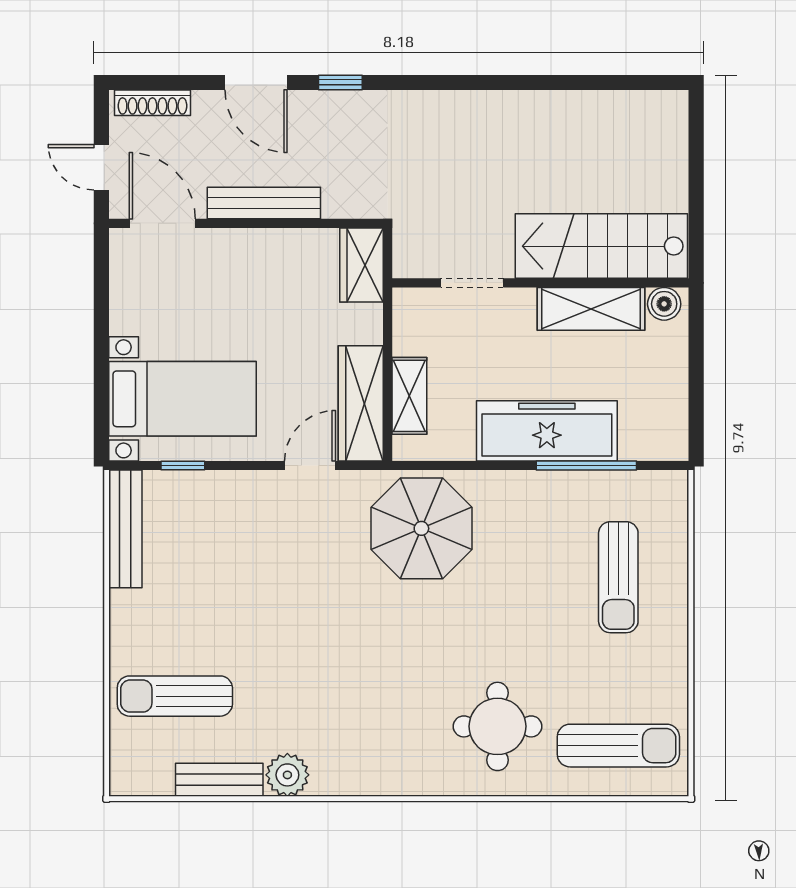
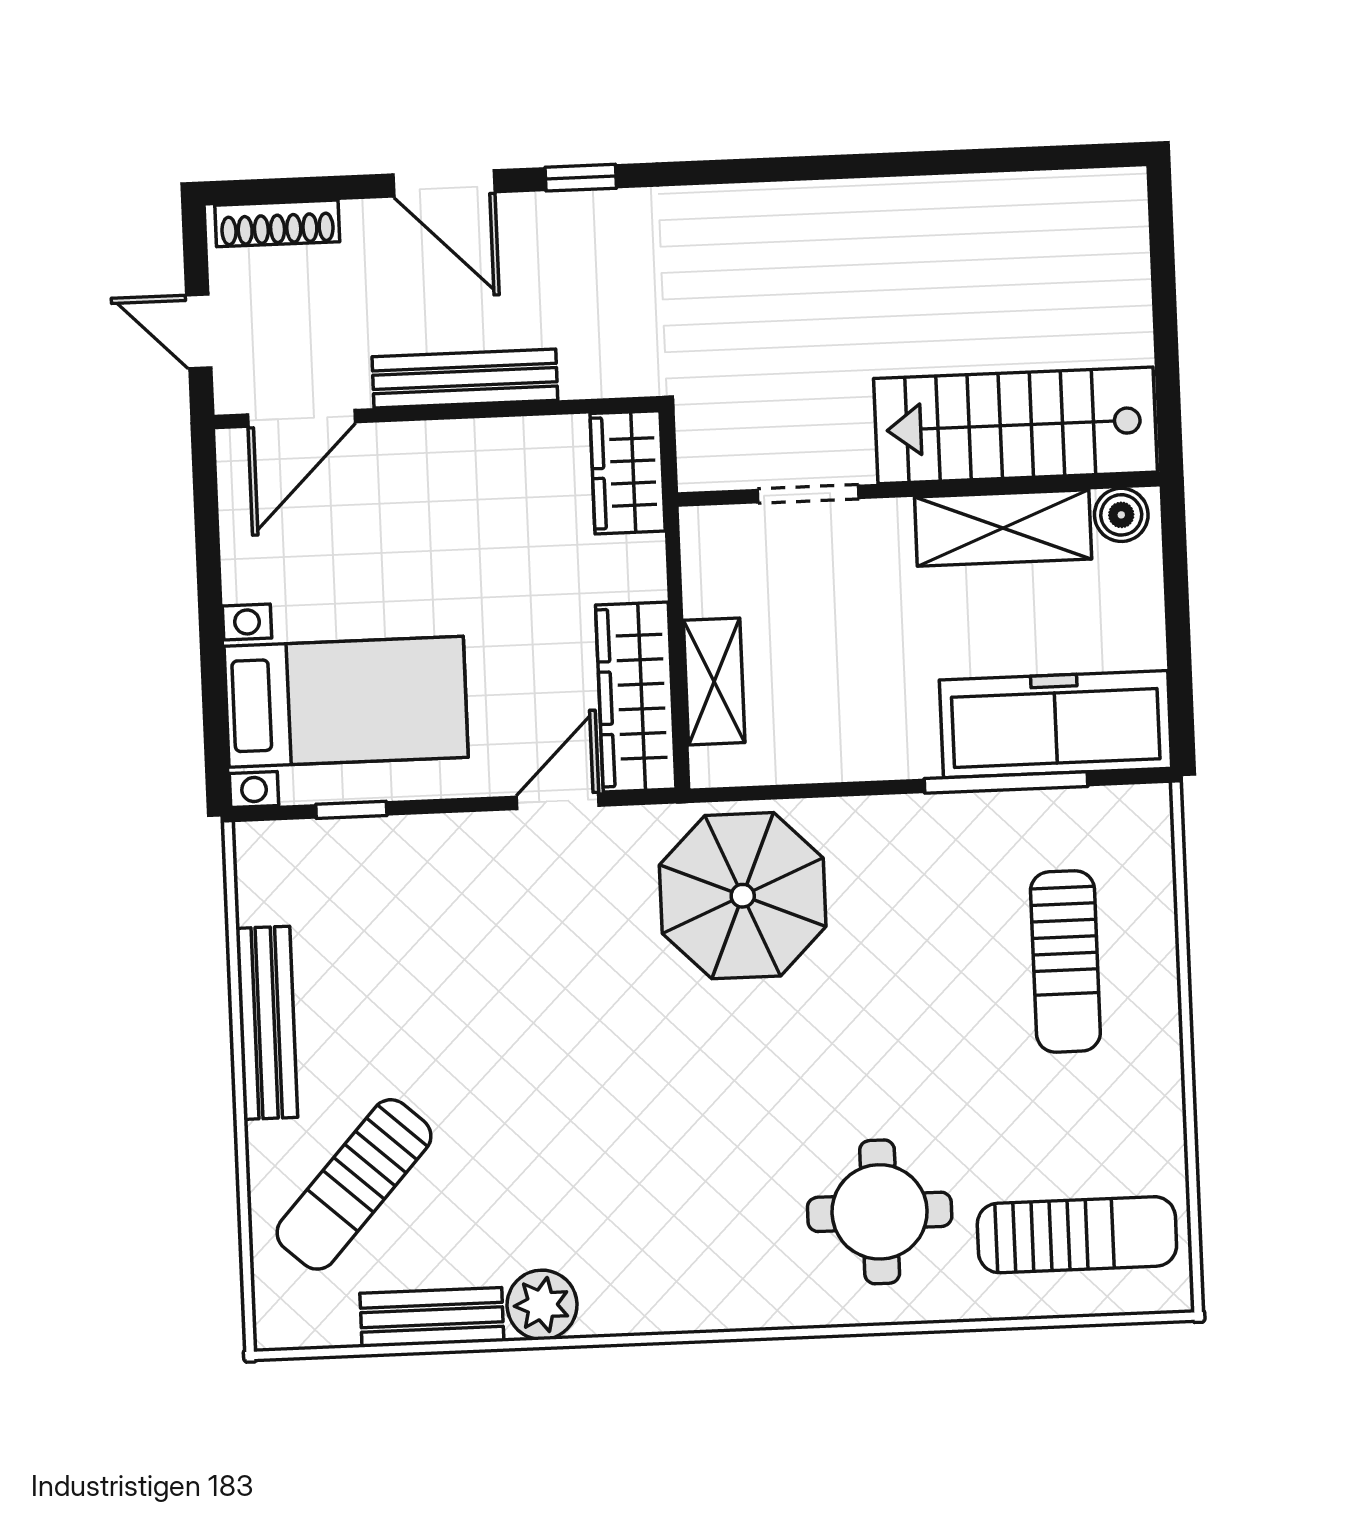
door: (162, 223) -> (301, 418), swing flipped
freezer: (547, 431) -> (1056, 724), moved
bench: (125, 529) -> (267, 1023), moved
sun lounger: (175, 696) -> (354, 1184), turned -48

